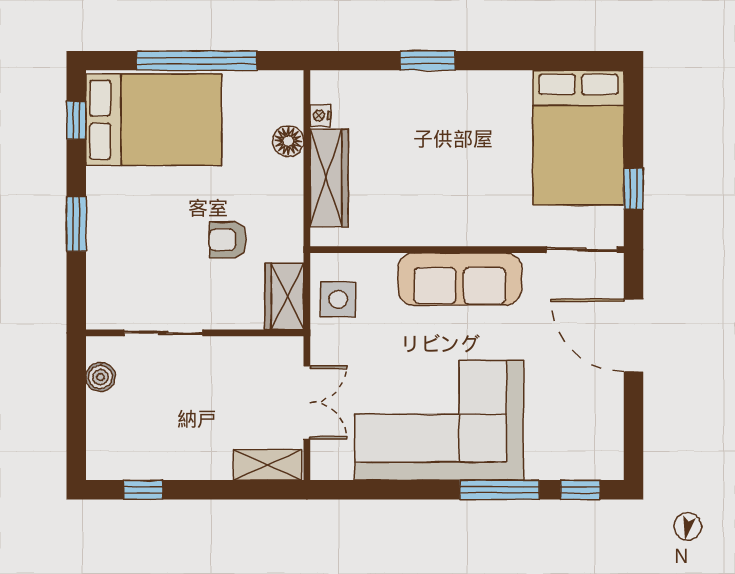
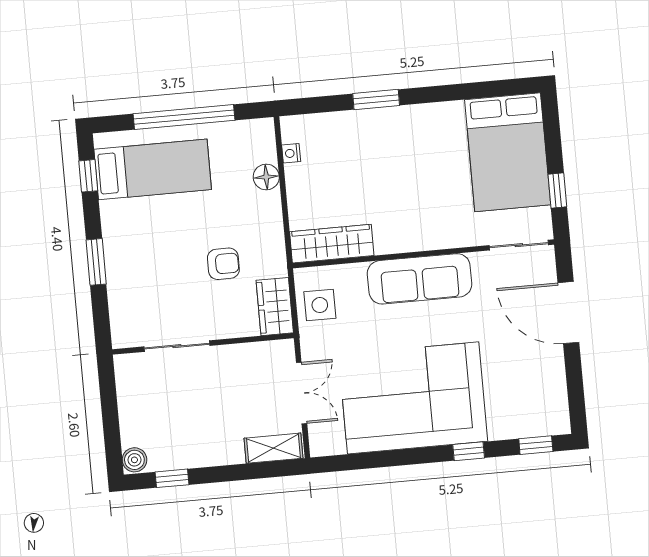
bed: (154, 120) -> (153, 169), width x0.67
wardrobe: (329, 178) -> (332, 244), moved, turned -90
armchair: (228, 240) -> (223, 264), turned 180
boiler: (100, 377) -> (134, 460), moved
window: (500, 490) -> (469, 451), width x0.46

